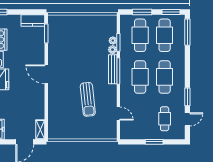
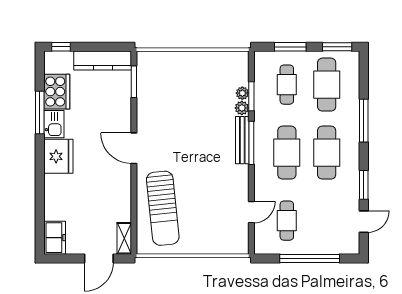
kitchen counter: (33, 20) -> (103, 61), width x1.50
window: (187, 32) -> (364, 121), moved
cafe table: (140, 35) -> (287, 85), width x0.73, depth x0.74
sun lounger: (88, 99) -> (163, 208), moved, width x1.36, depth x1.34
door: (118, 114) -> (251, 212), hinge flipped
cafe table: (165, 119) -> (287, 221), moved
window: (154, 142) -> (310, 258), width x2.11

